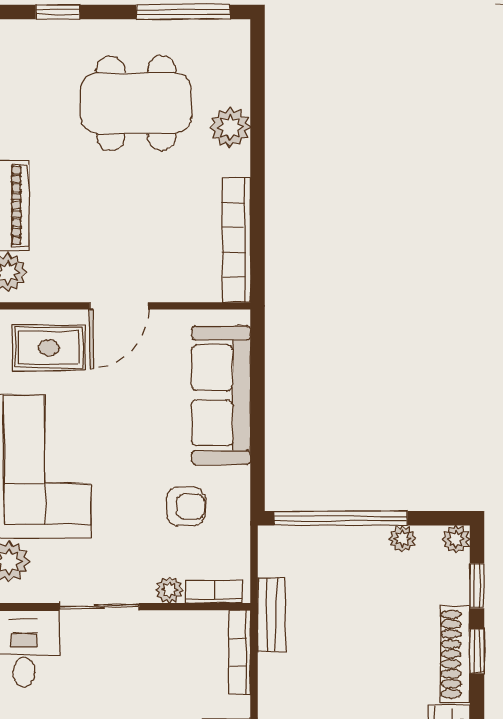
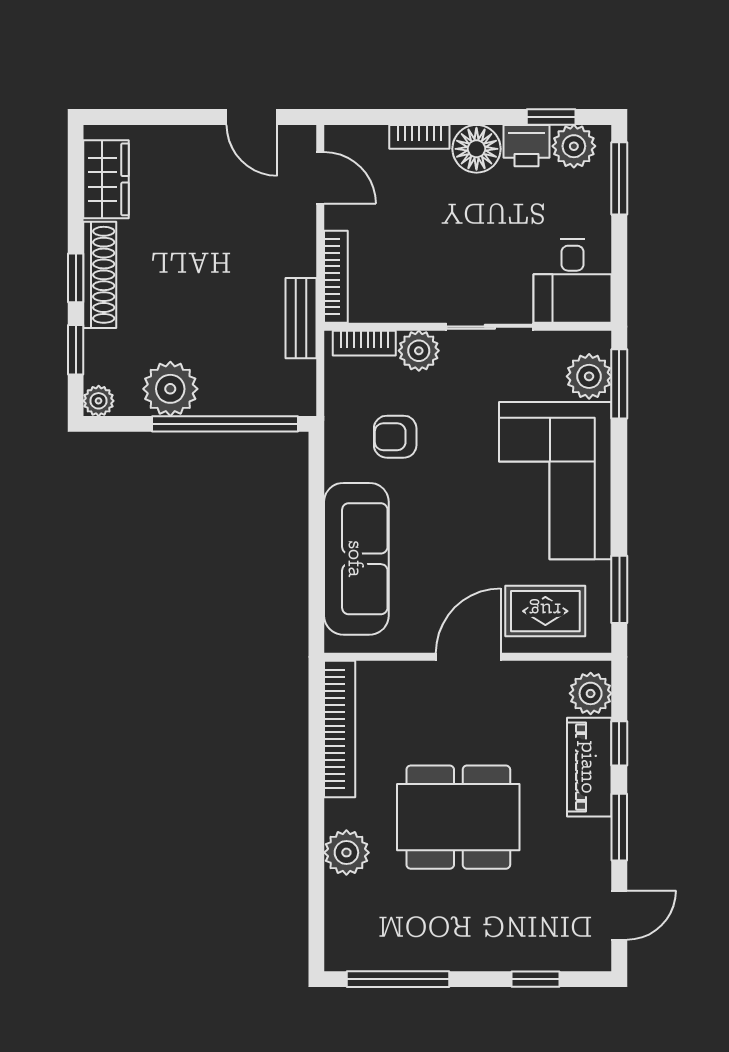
dining table: (136, 103) -> (458, 817), moved
plant: (402, 539) -> (170, 389), width x1.88, depth x1.88
plant: (169, 590) -> (419, 351), width x1.38, depth x1.38

